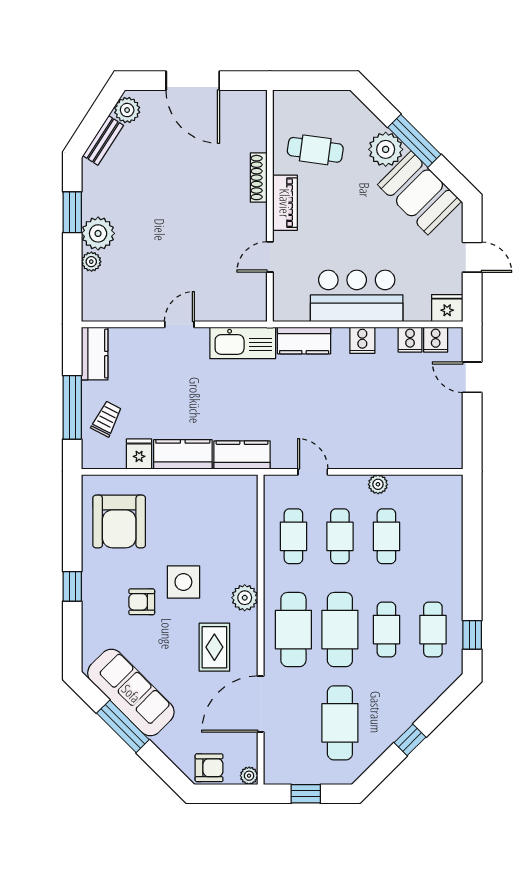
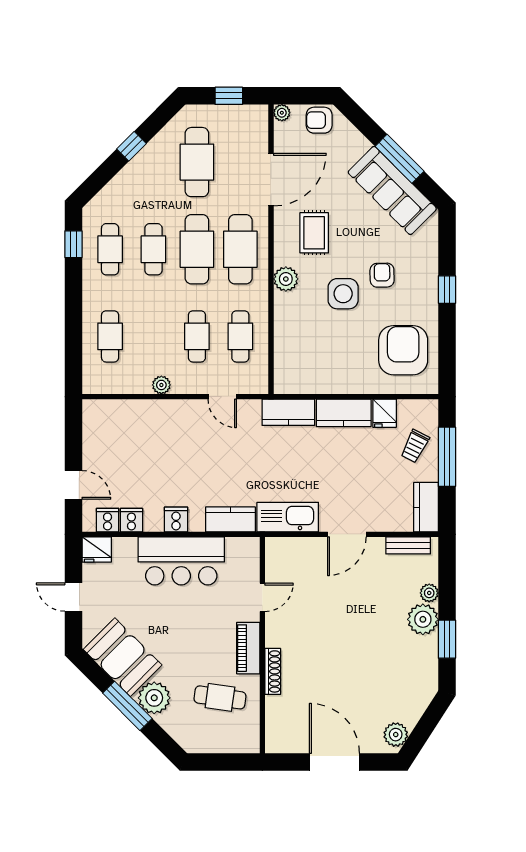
bench: (103, 140) -> (408, 545), moved, turned 57
door: (179, 324) -> (347, 534), width x1.38
cafe table: (386, 536) -> (110, 336), moved
armchair: (142, 602) -> (382, 275), turned -91

